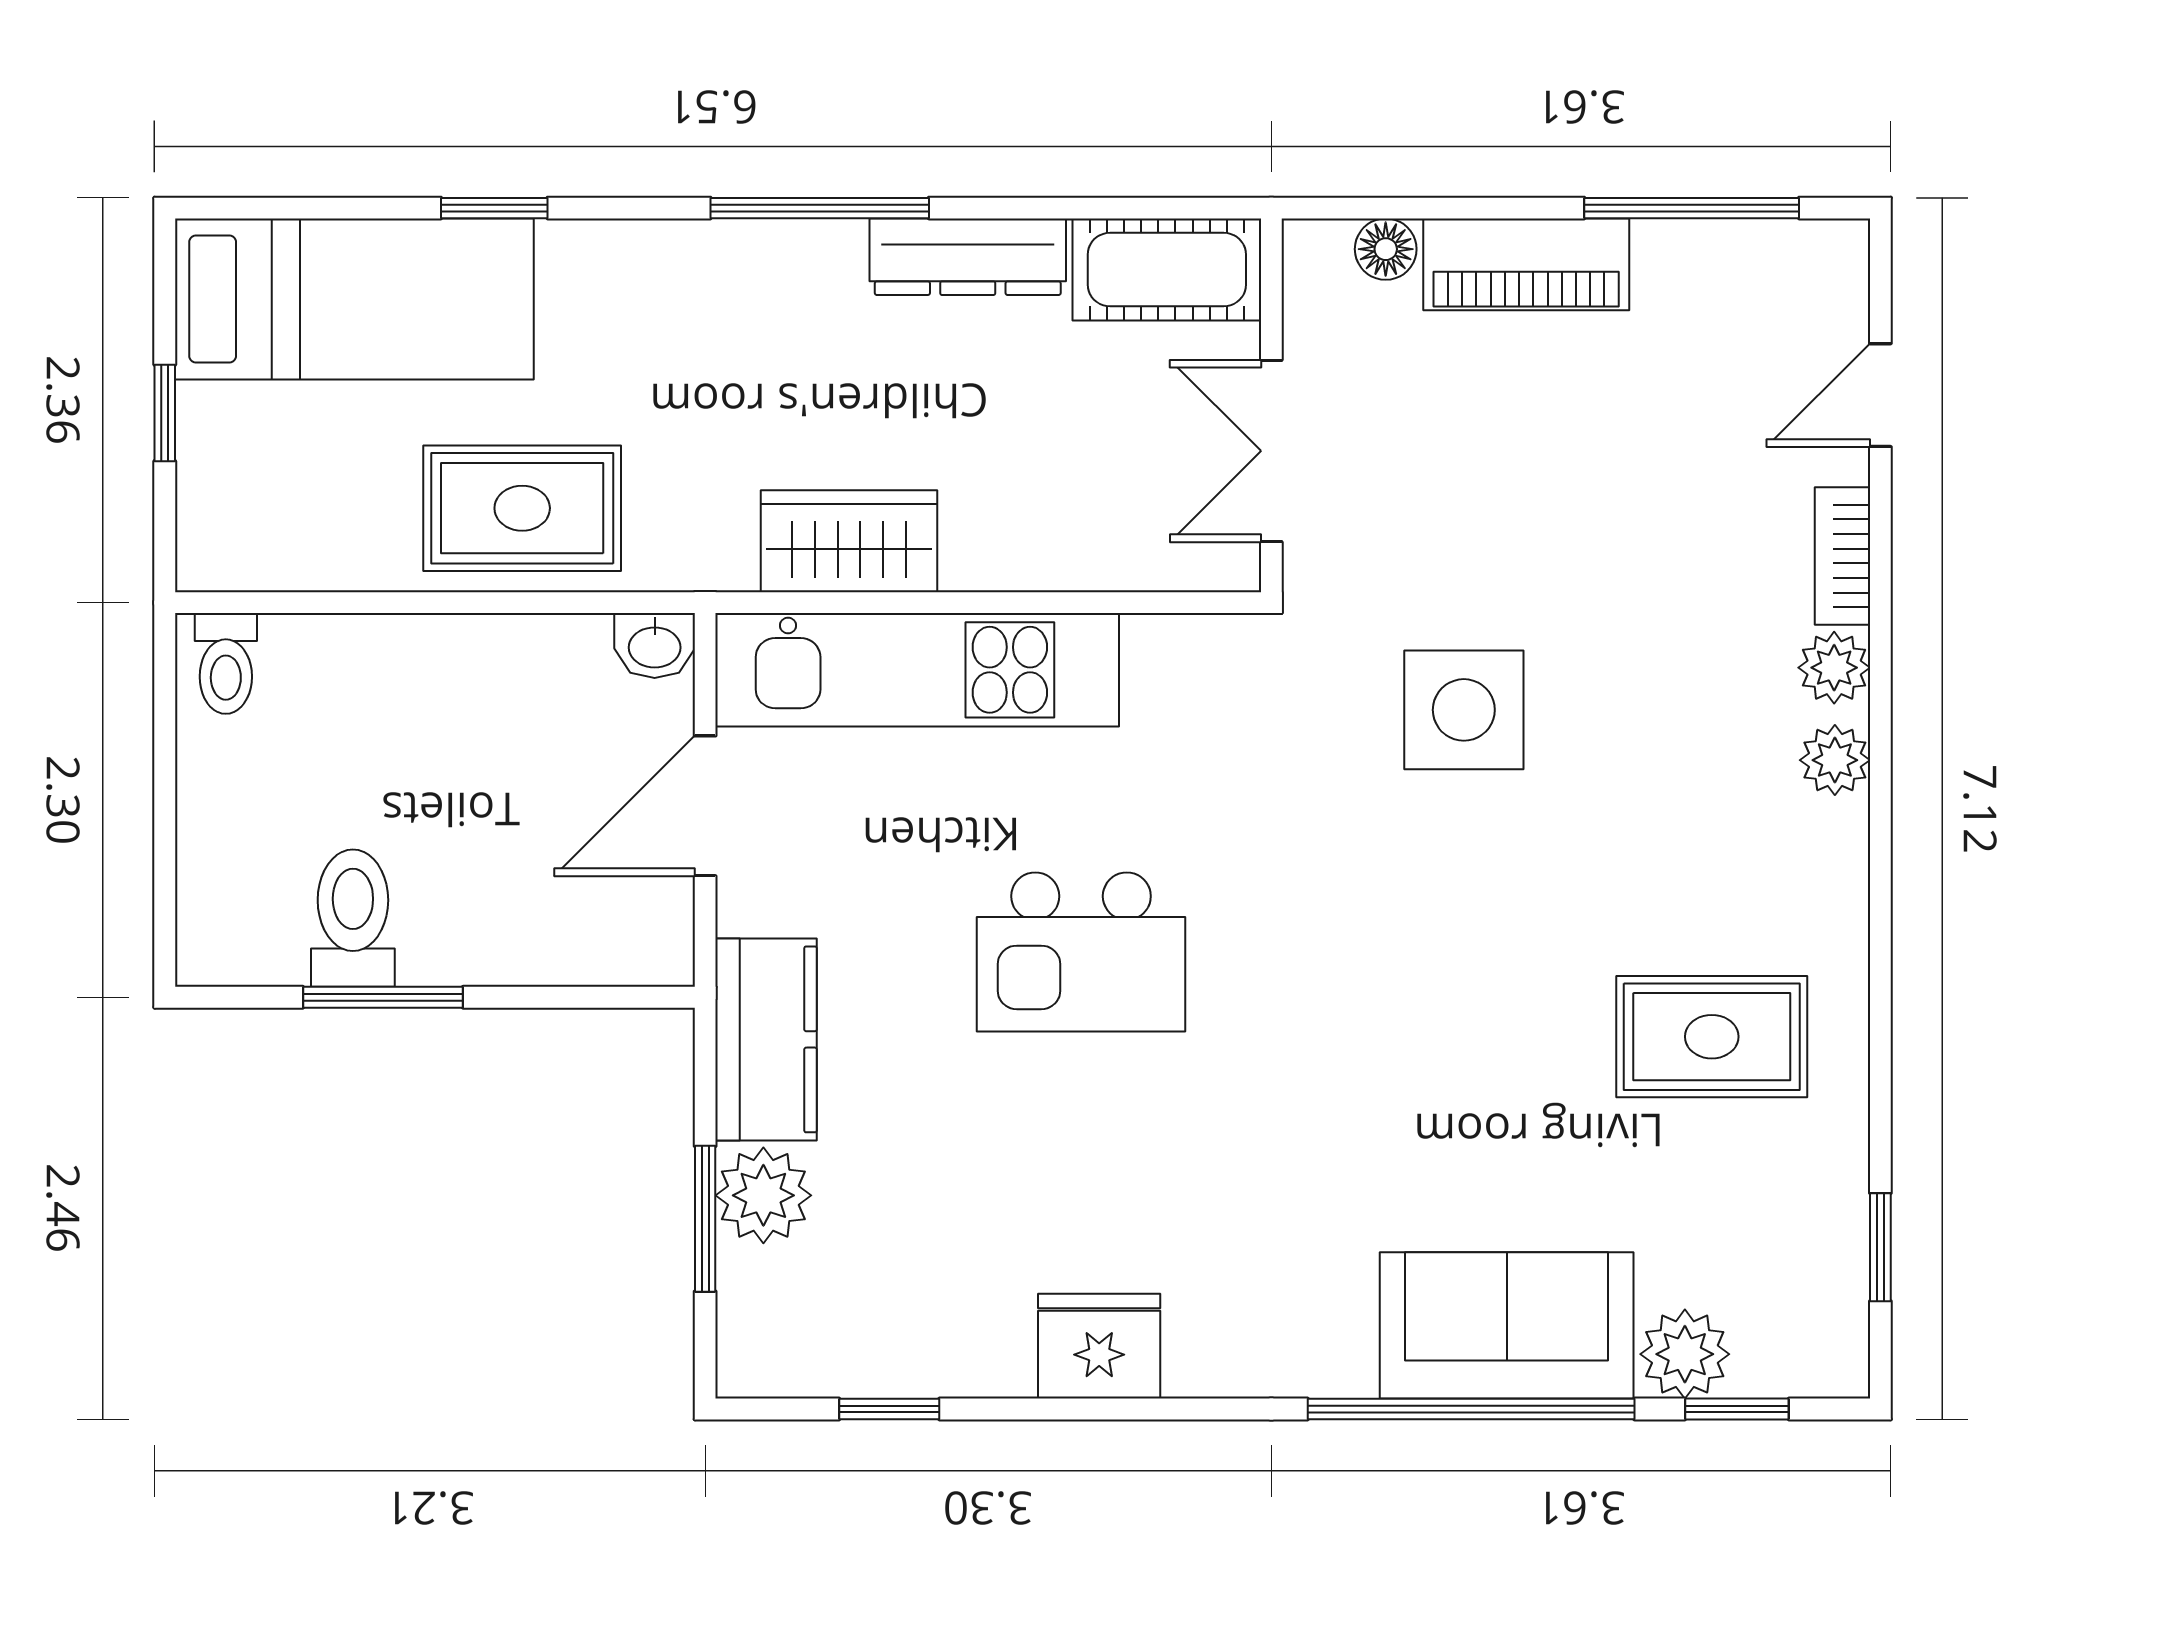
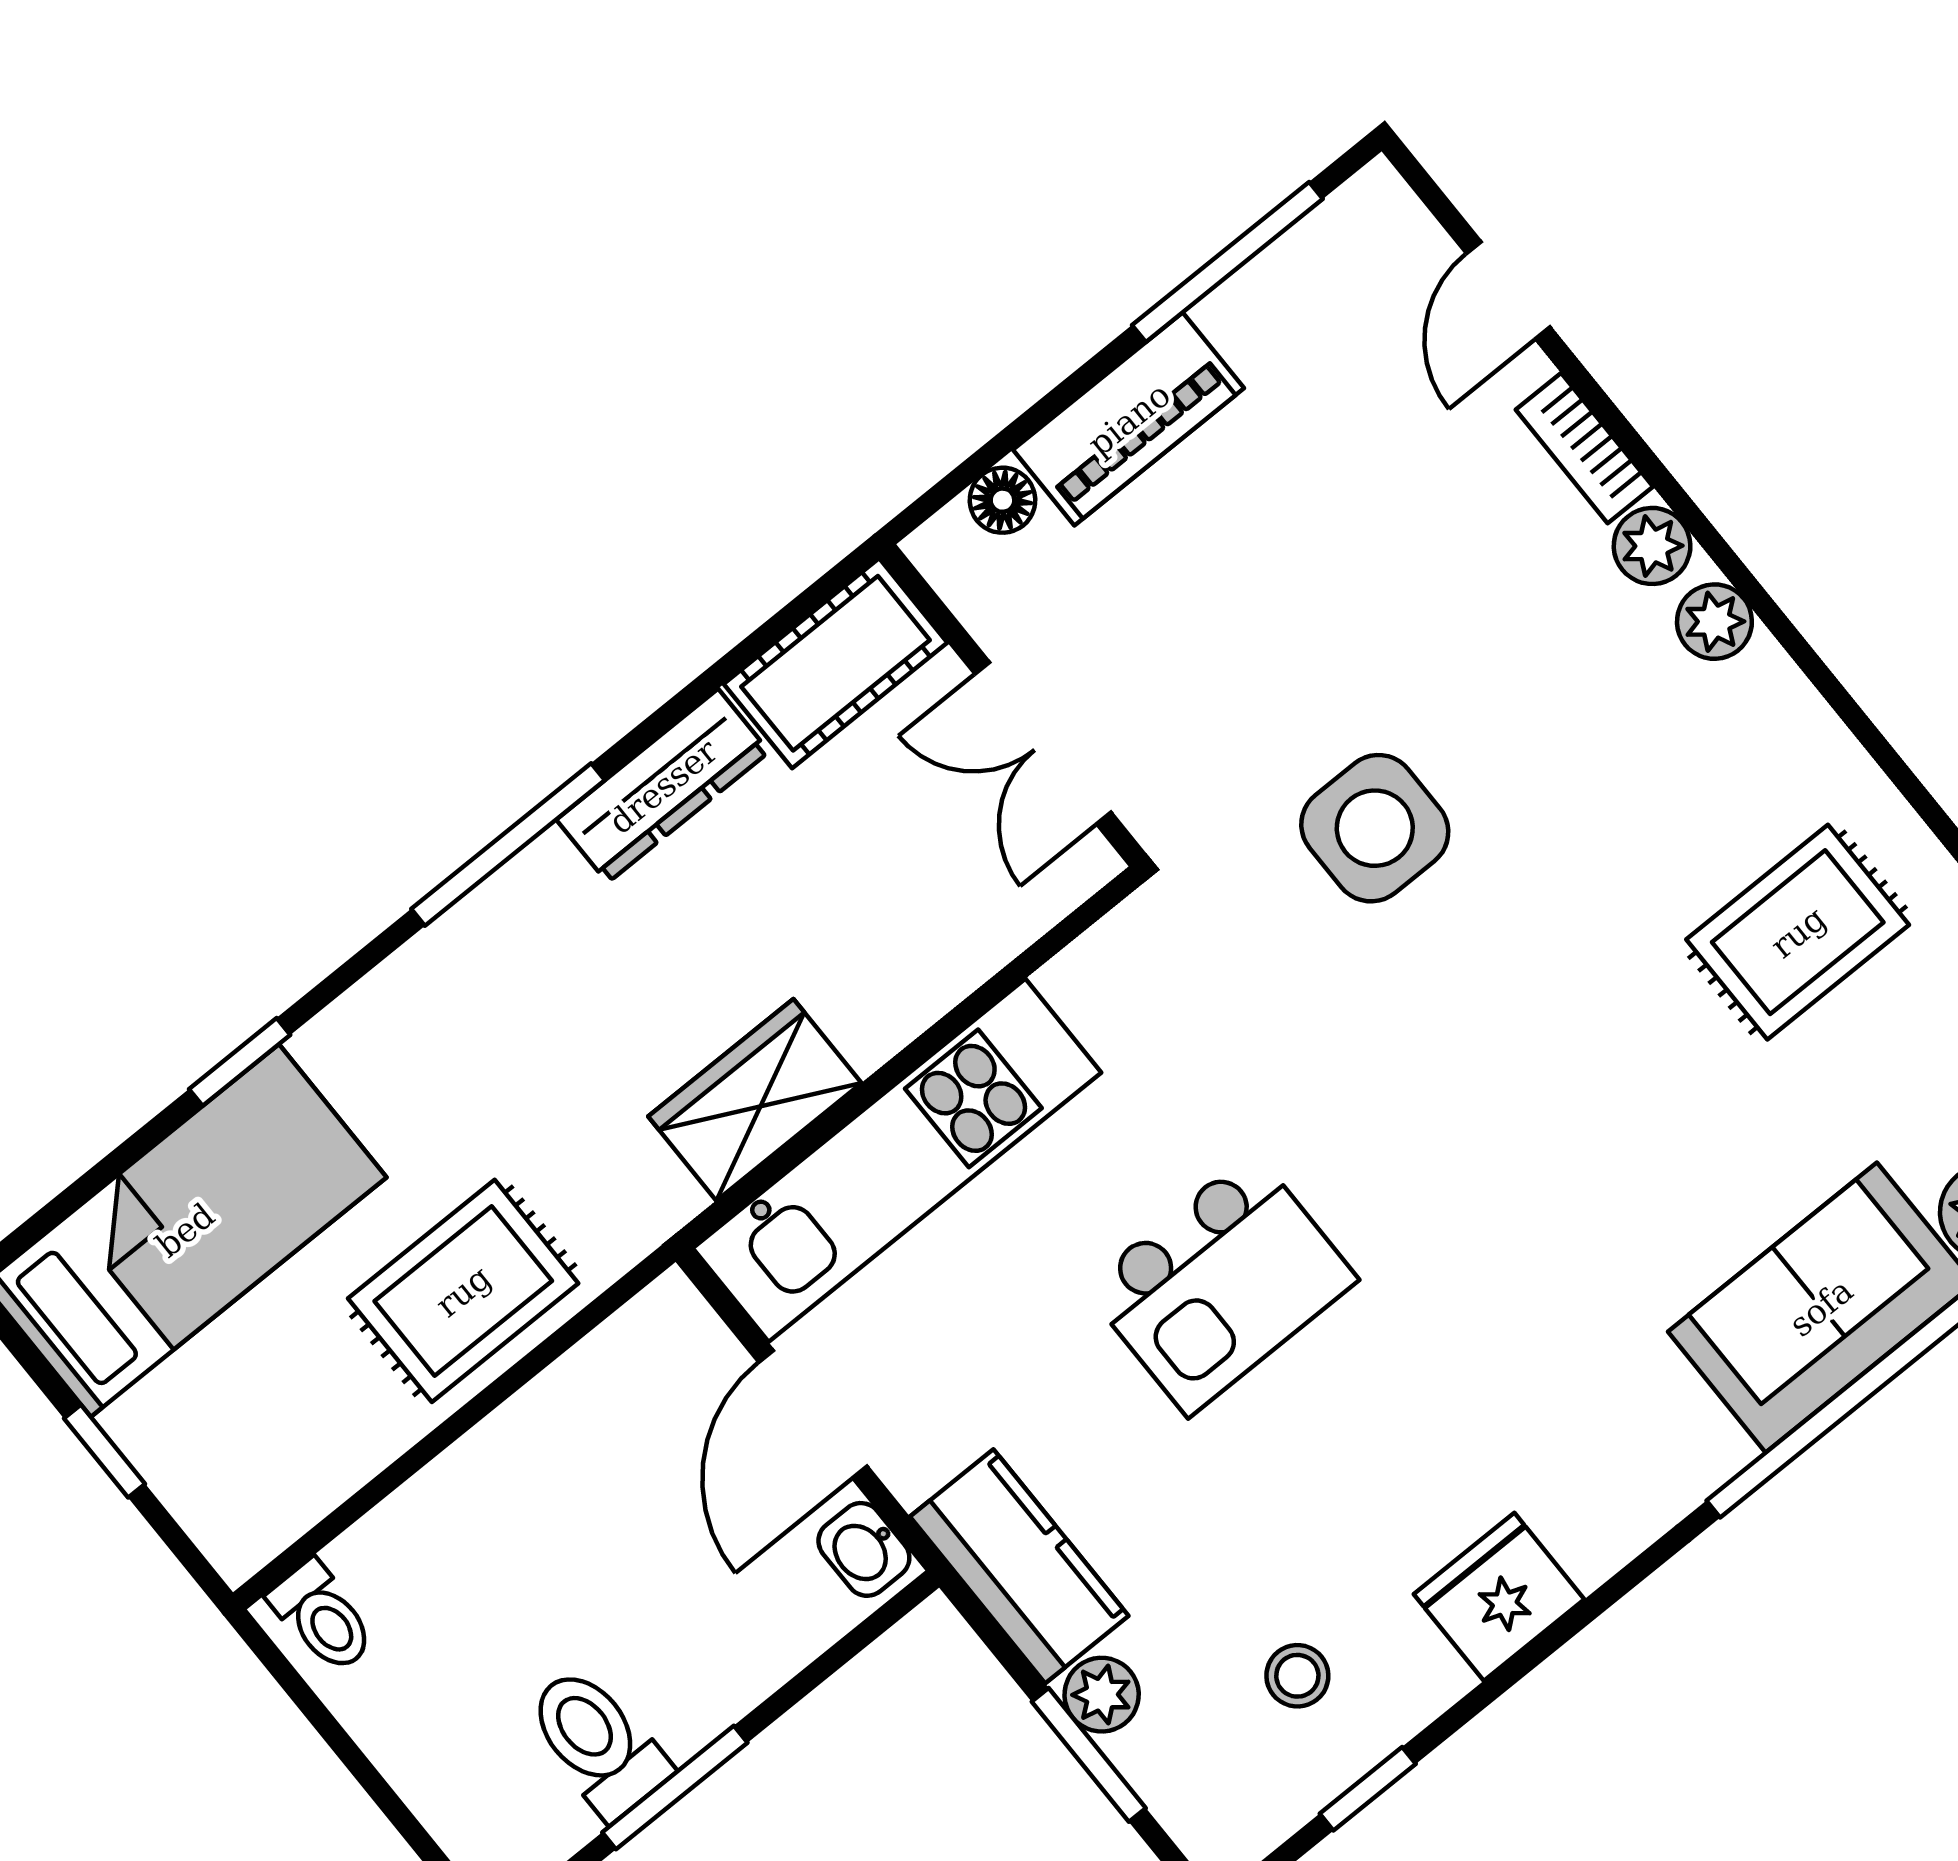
washbasin: (655, 645) -> (864, 1549), moved, turned 90
plant: (763, 1195) -> (1102, 1695), width x0.73, depth x0.73
stool: (905, 1284) -> (1297, 1676), added

